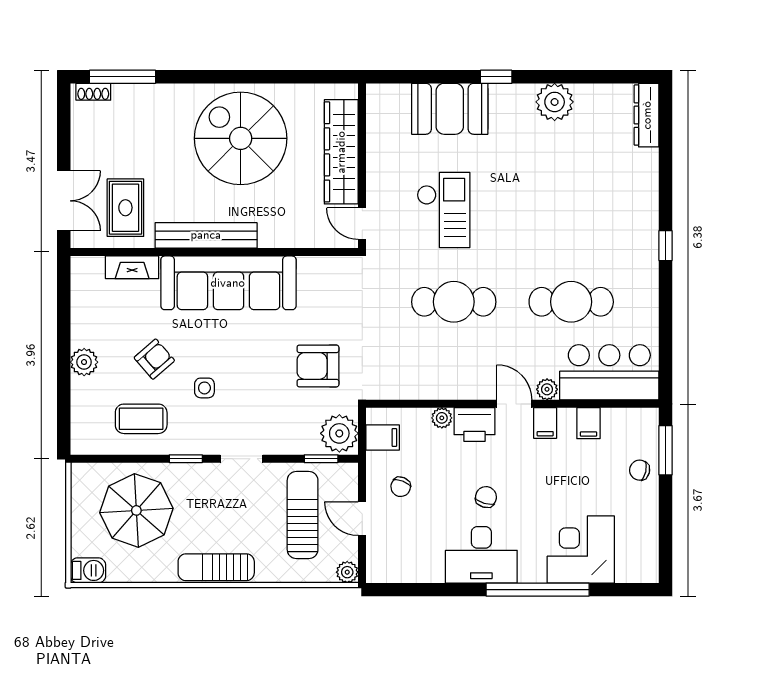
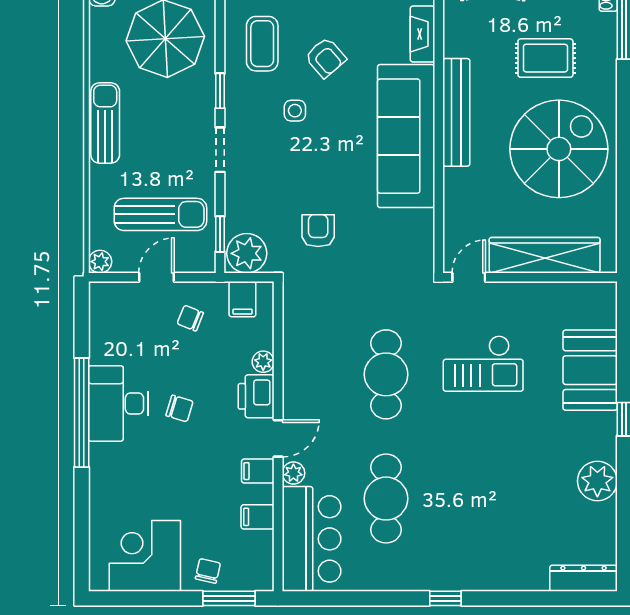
rug: (125, 208) -> (545, 58), moved
armchair: (318, 366) -> (318, 231), width x0.72, depth x0.72
corner desk: (581, 549) -> (145, 556), moved, turned -90
window: (538, 590) -> (82, 413), moved

